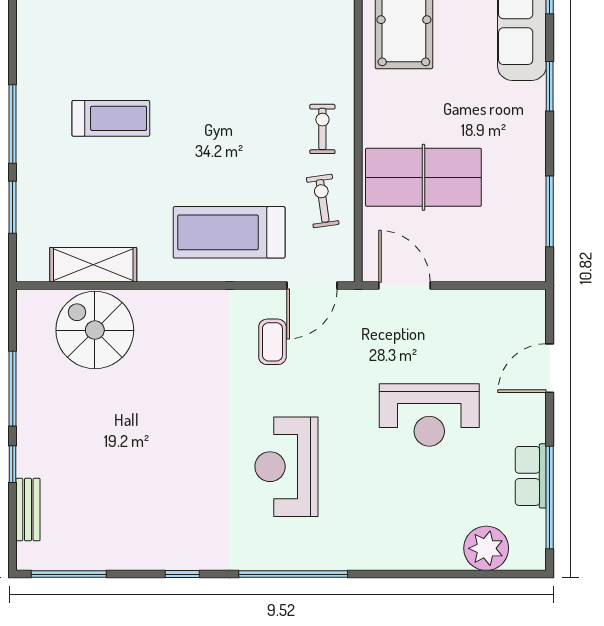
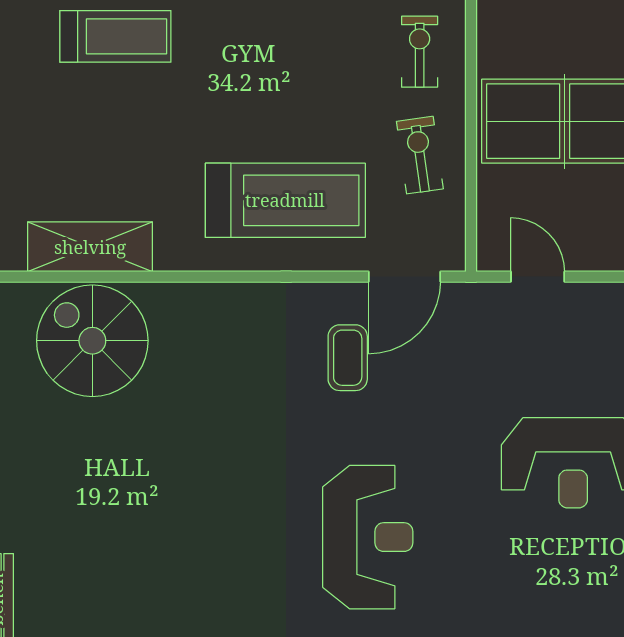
treadmill: (229, 232) -> (285, 200), turned 180
door: (405, 285) -> (538, 277), width x0.73
reception desk: (286, 467) -> (368, 537), turned 180

